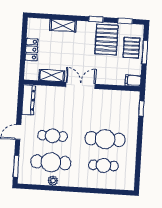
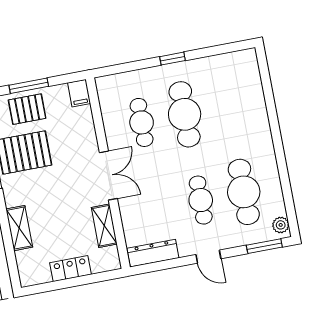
double door: (81, 85) -> (108, 176), swing flipped
window: (141, 109) -> (173, 59), moved
cafe table: (103, 165) -> (142, 122), moved
plant: (53, 181) -> (281, 225), moved

